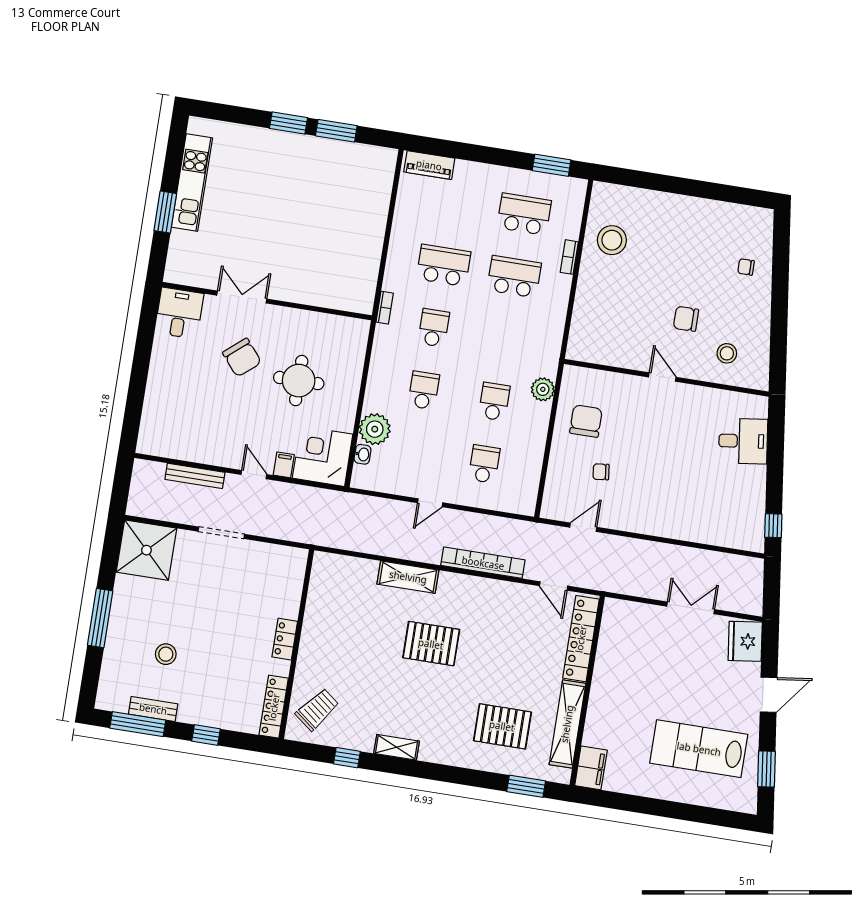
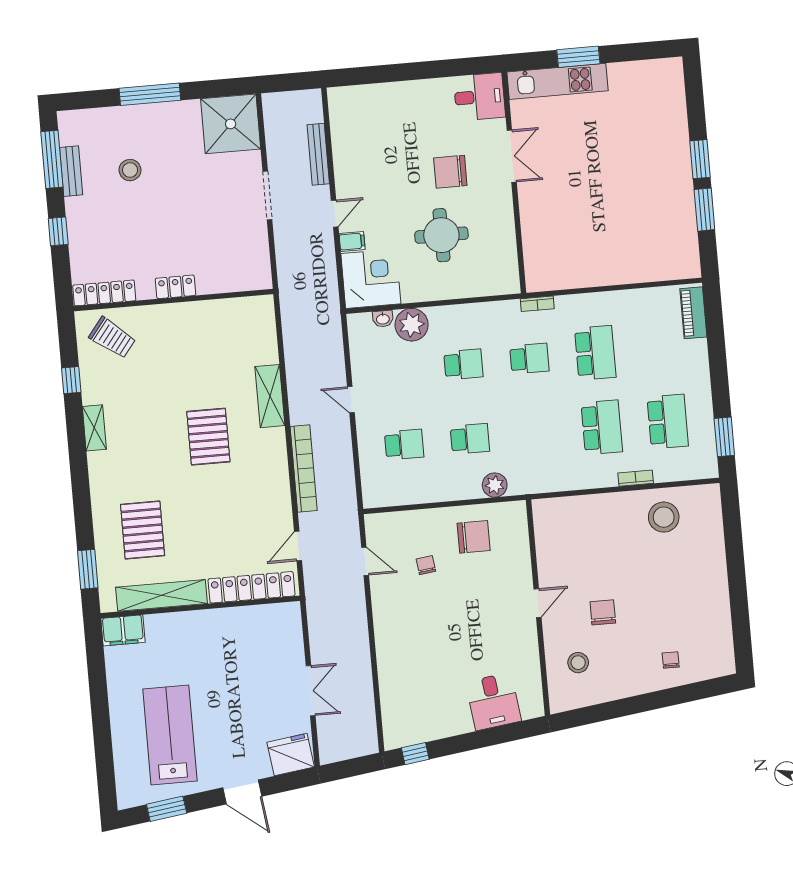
kitchen unit: (192, 183) -> (557, 81), moved
chair: (242, 358) -> (450, 172), turned 40

